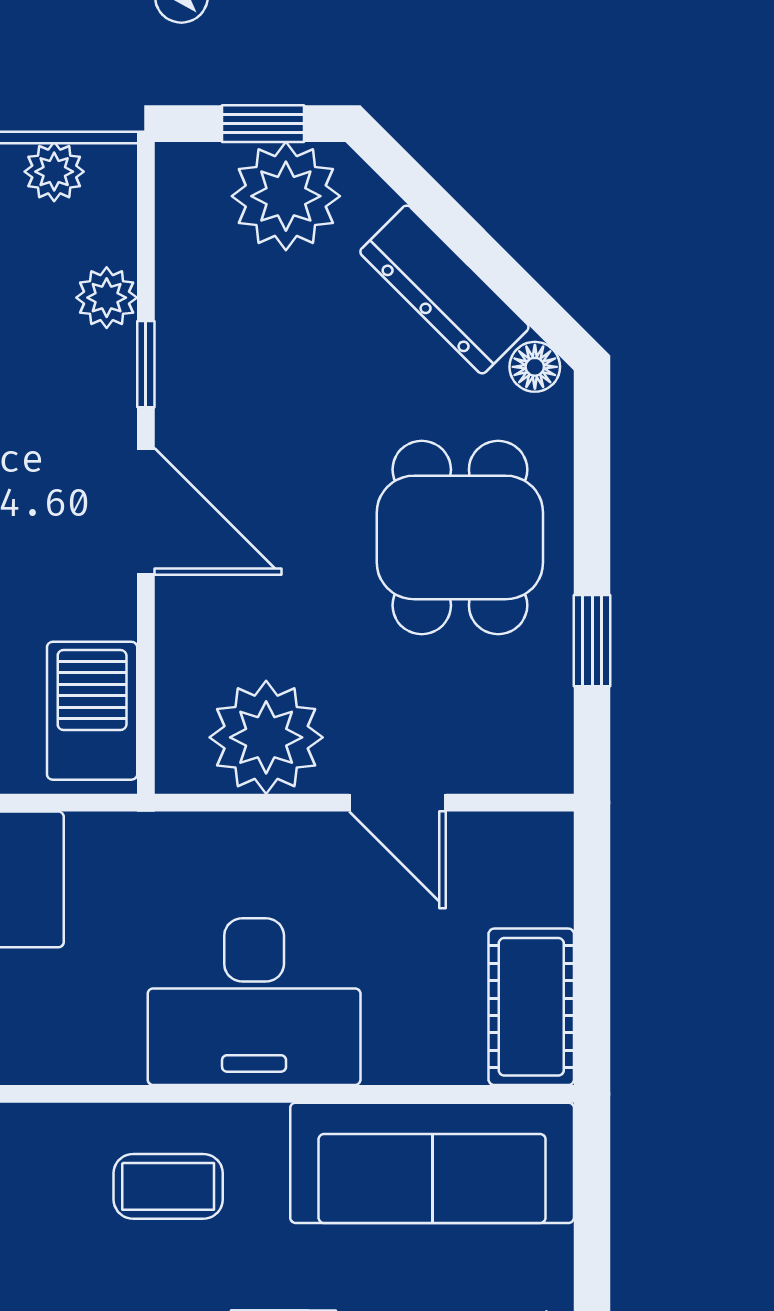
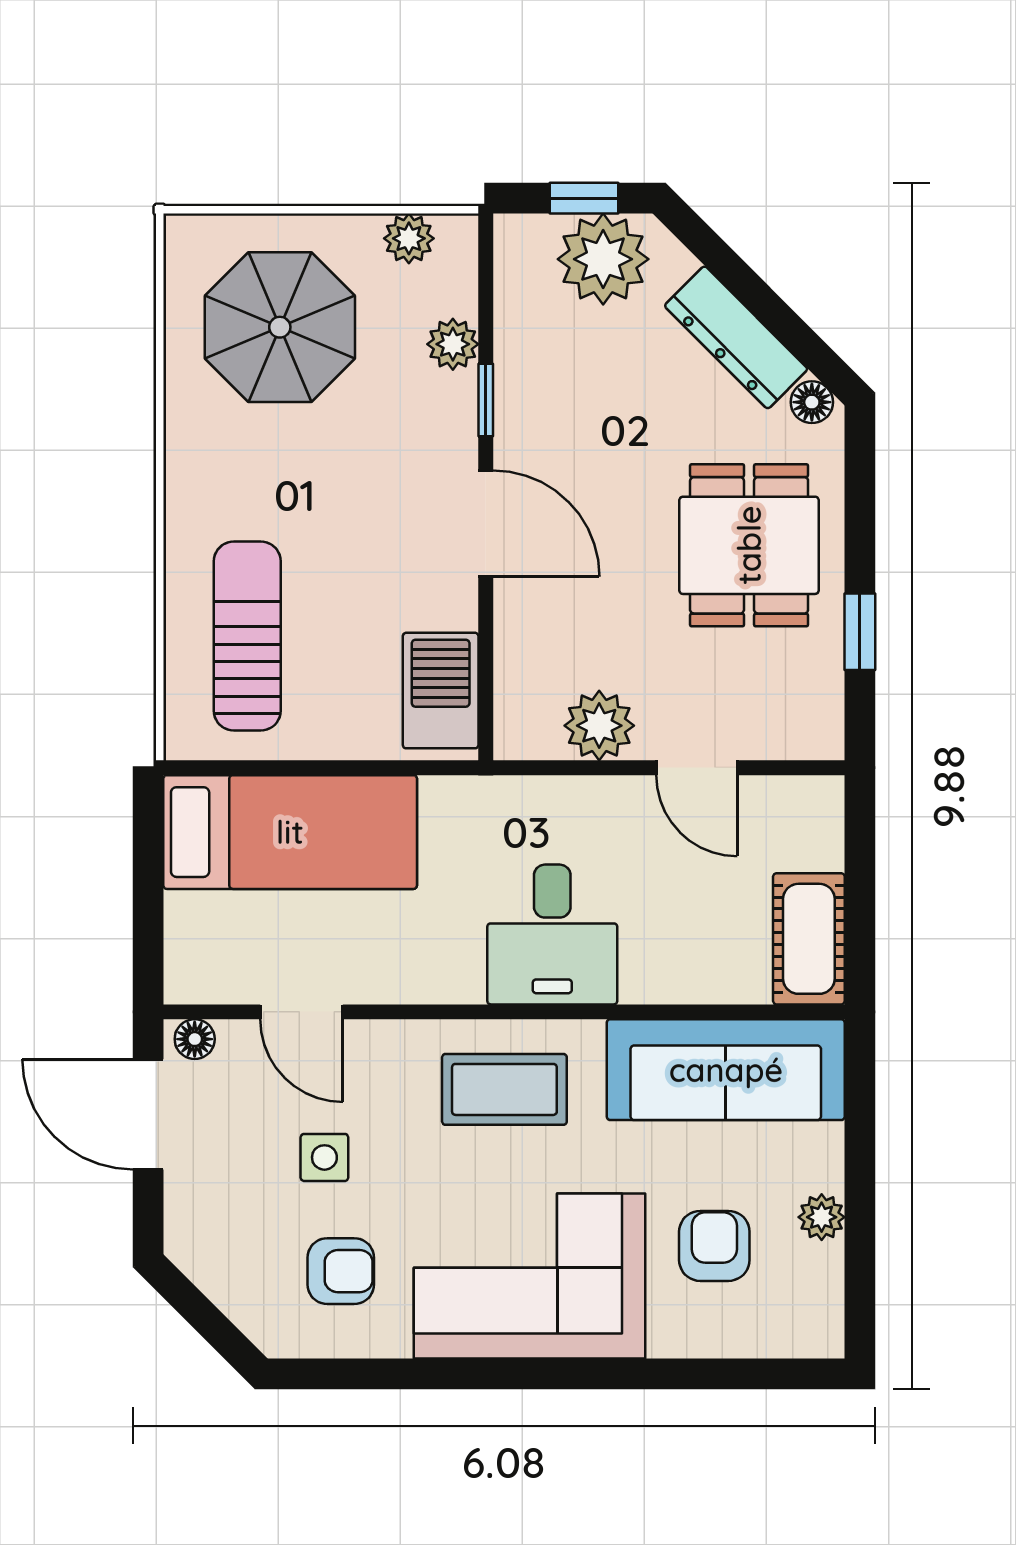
plant: (266, 737) -> (599, 726), width x0.73, depth x0.73
desk: (254, 1002) -> (552, 934), width x0.73
coffee table: (168, 1186) -> (504, 1089), width x1.36, depth x1.30

